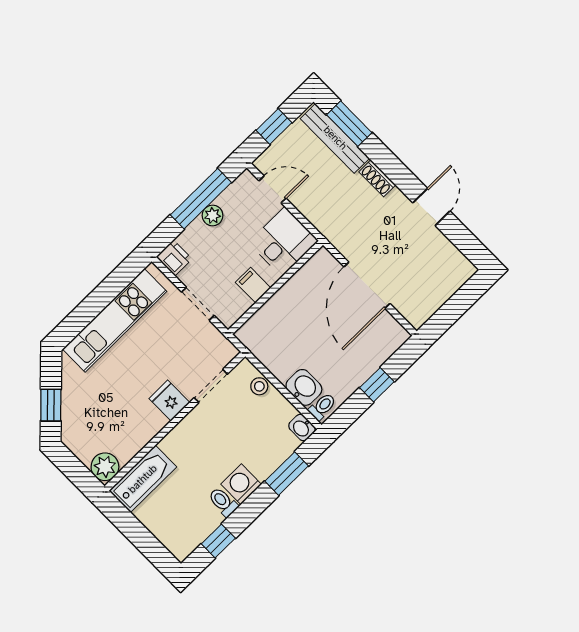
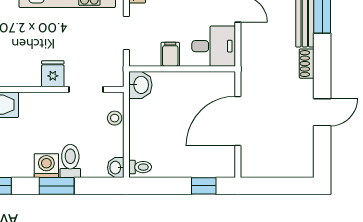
window: (377, 385) -> (204, 186), moved
washbasin: (304, 387) -> (140, 85), moved
window: (287, 474) -> (57, 186), moved
toilet: (223, 502) -> (70, 161), moved, width x1.37, depth x1.39

